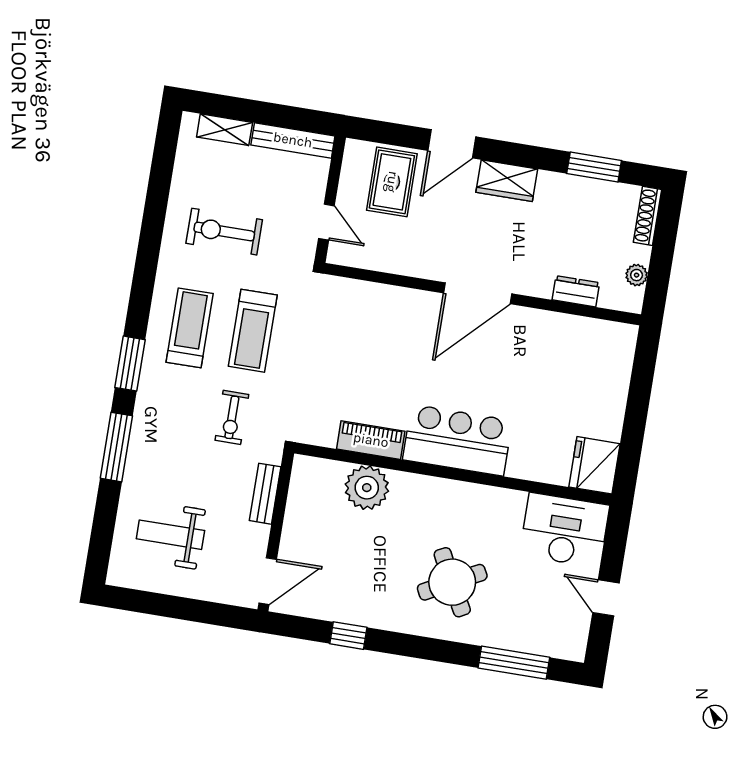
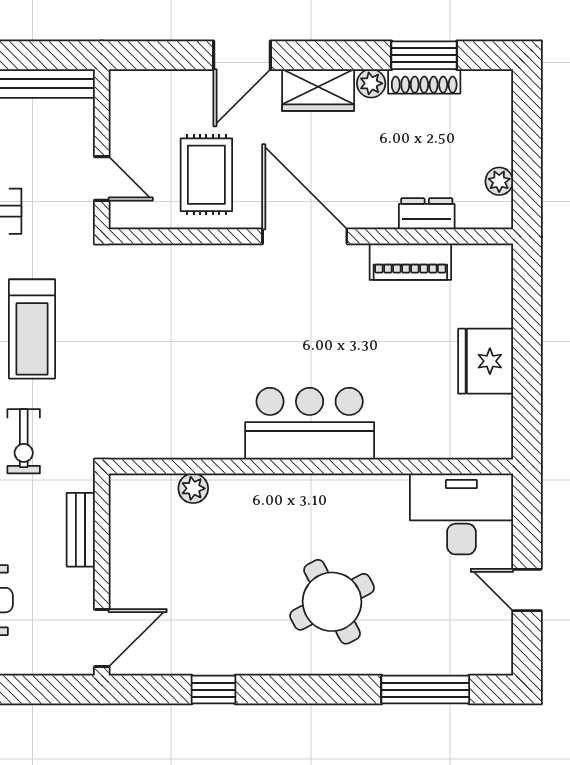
rug: (392, 182) -> (206, 175), moved
plant: (549, 182) -> (371, 83), added
shoe rack: (648, 216) -> (424, 81), moved, turned -90
door: (478, 293) -> (305, 236), swing flipped
piano: (371, 440) -> (410, 262), moved, turned 180
fridge: (594, 465) -> (486, 361), moved
plant: (367, 488) -> (193, 488), width x0.53, depth x0.53

